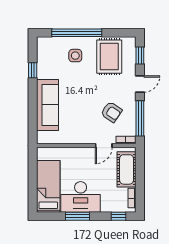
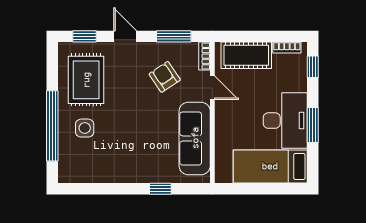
rug: (109, 57) -> (86, 80), turned 90
window: (33, 70) -> (160, 189), moved
sofa: (47, 105) -> (195, 138), moved, turned -90
armchair: (111, 112) -> (165, 77), turned -68
window: (140, 118) -> (174, 36), width x0.69

